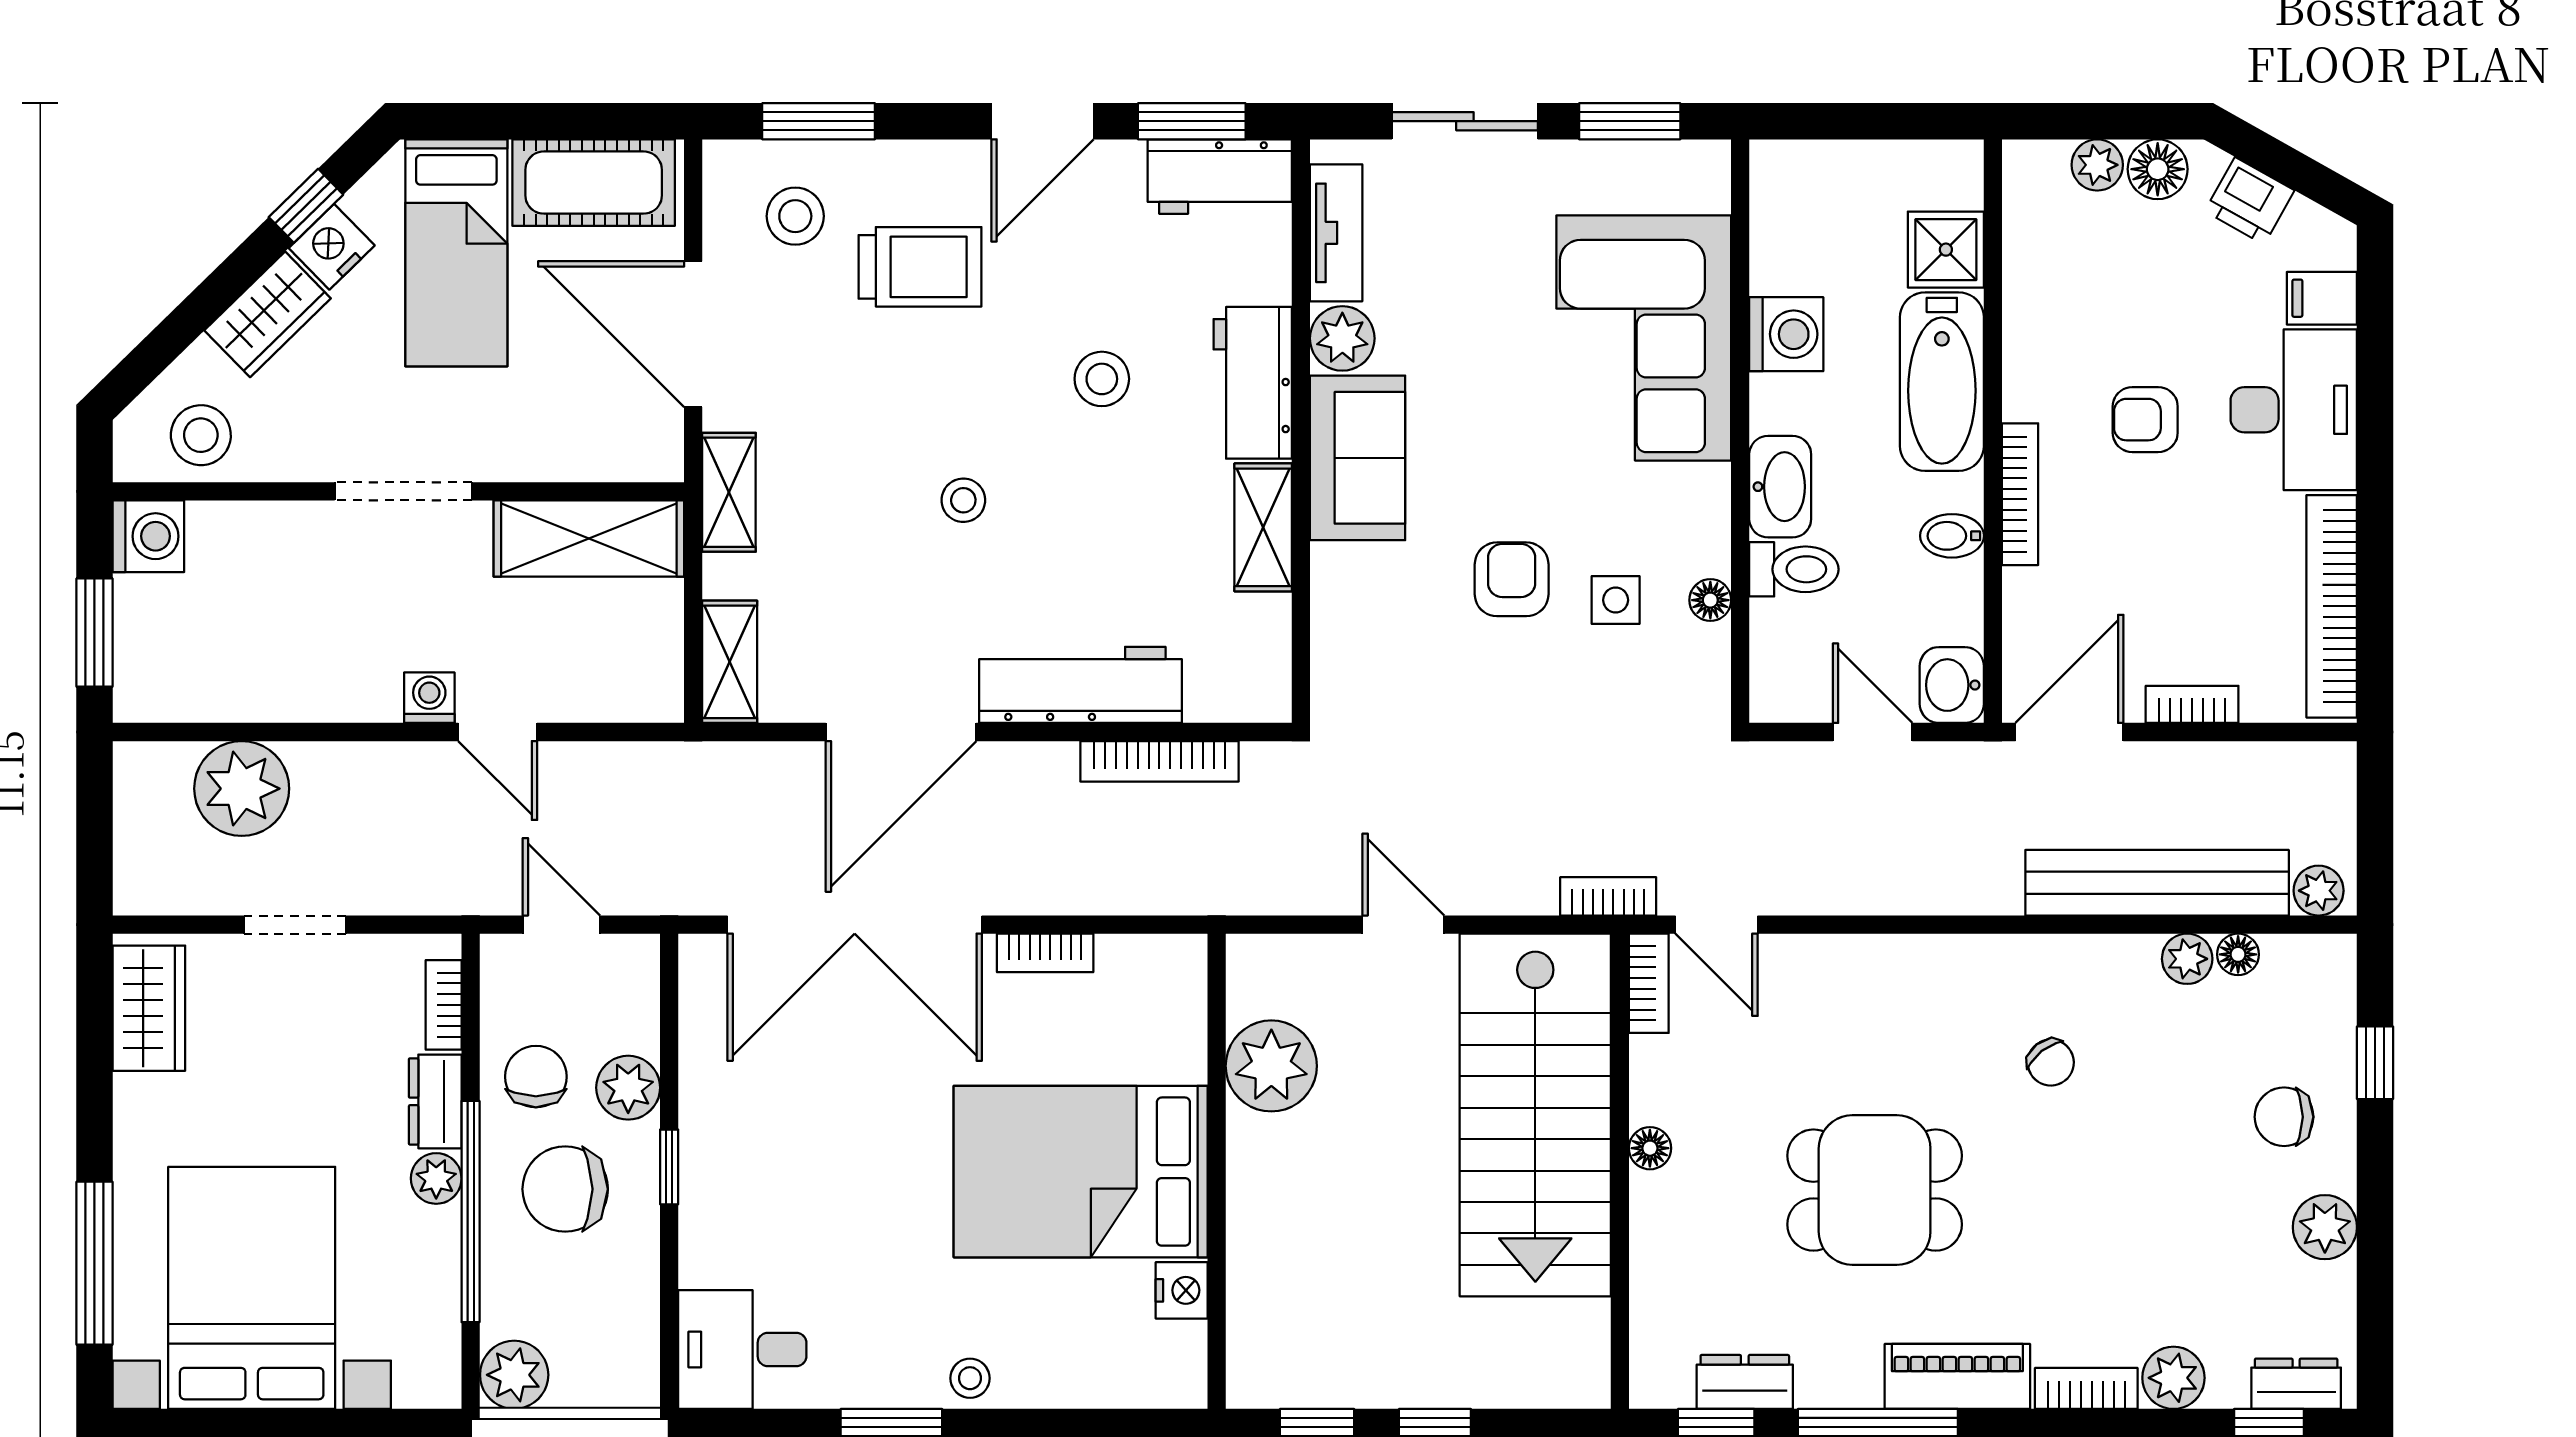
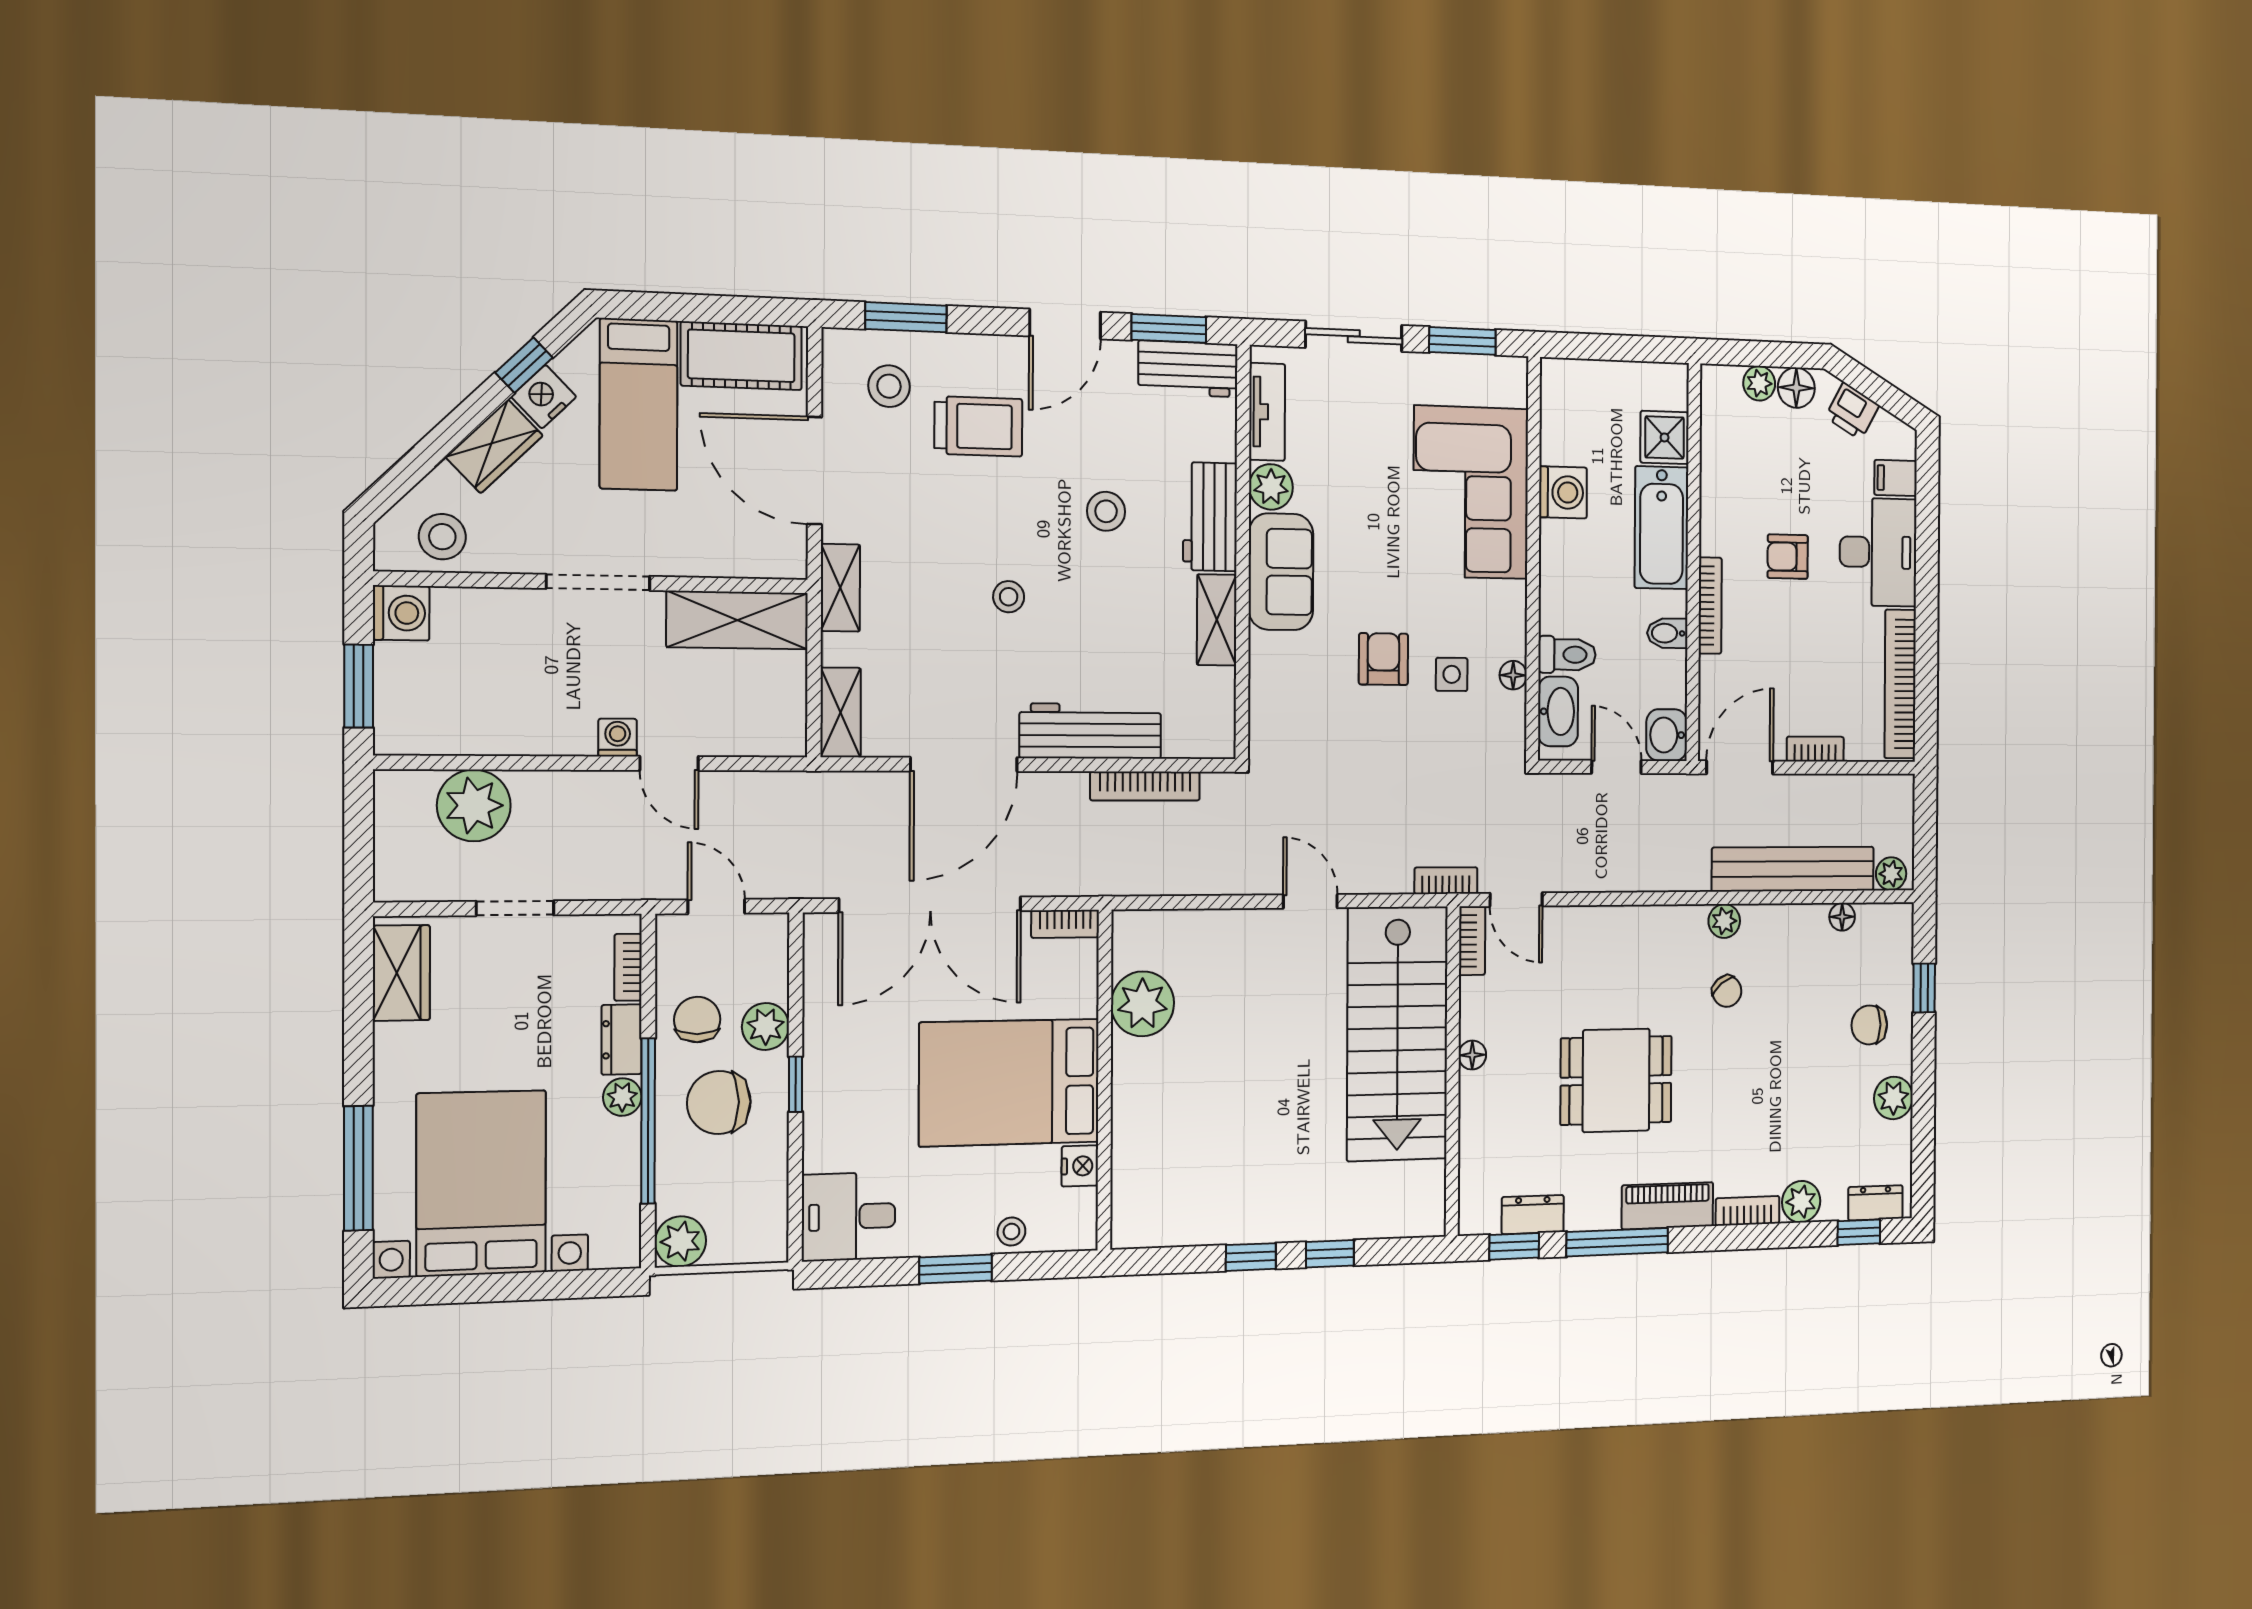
washbasin: (1780, 487) -> (1558, 711), moved
plant: (2187, 959) -> (1724, 921), moved
plant: (1271, 1066) -> (1143, 1004), moved
wall: (1217, 1171) -> (1105, 1080), moved
bed: (1081, 1172) -> (1009, 1082), moved
nightstand: (1182, 1290) -> (1080, 1166), moved

